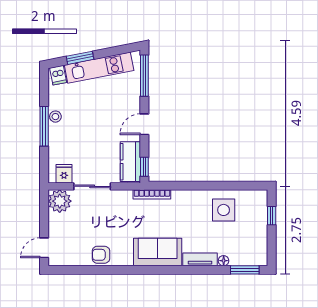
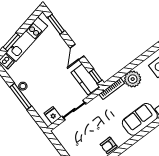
window: (144, 76) -> (56, 24), width x0.69
plant: (60, 201) -> (133, 79), moved

